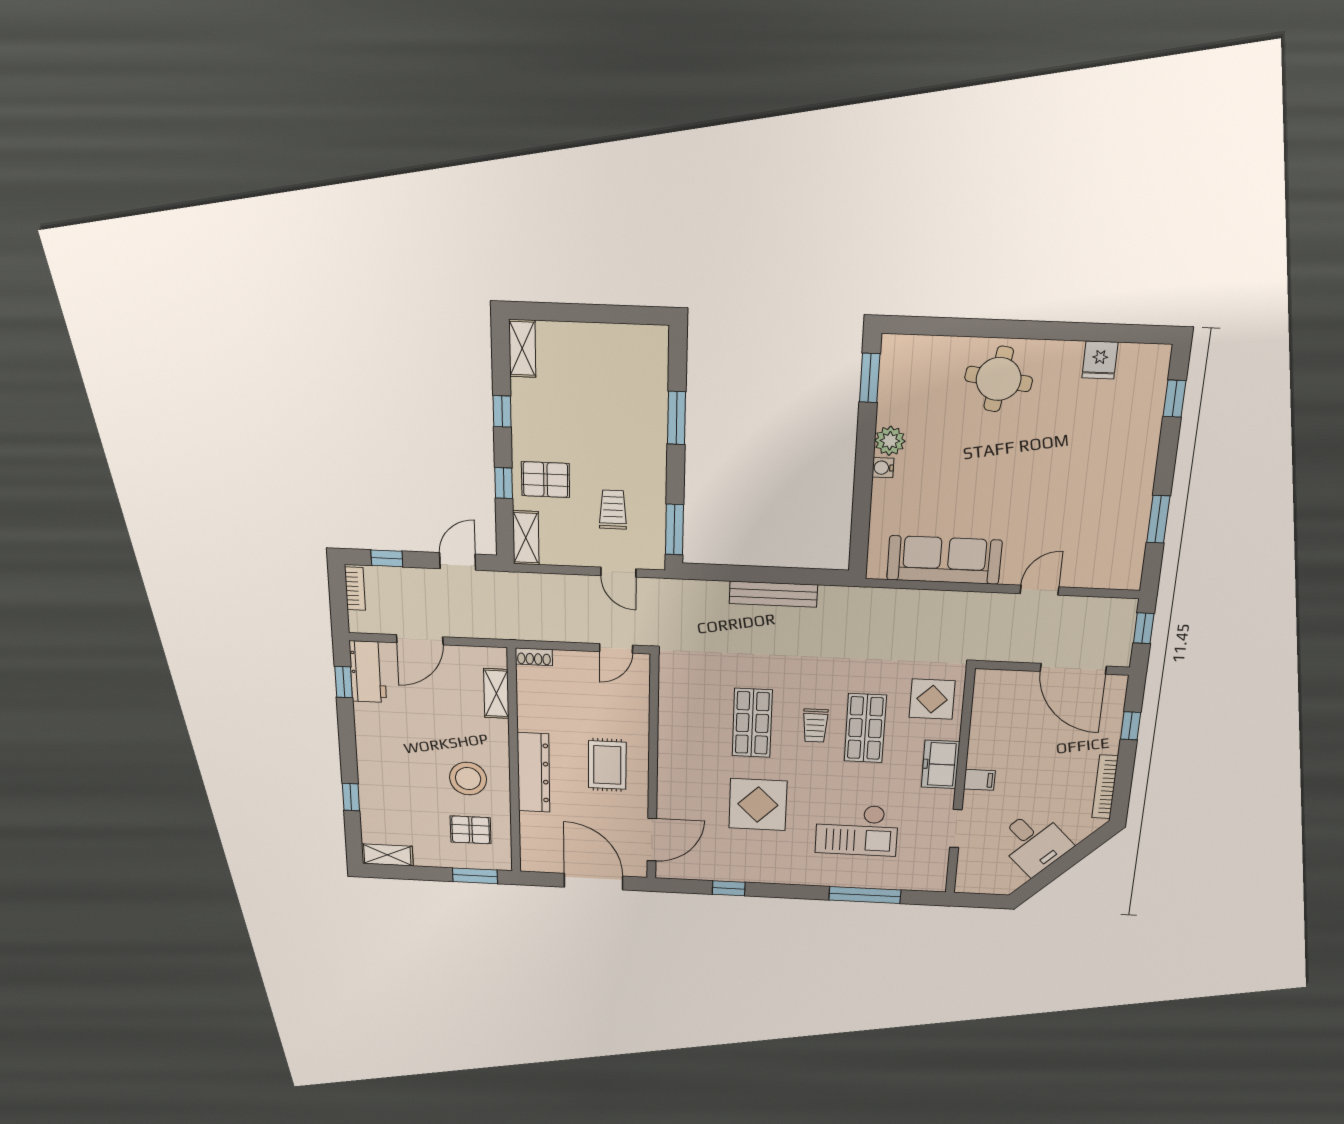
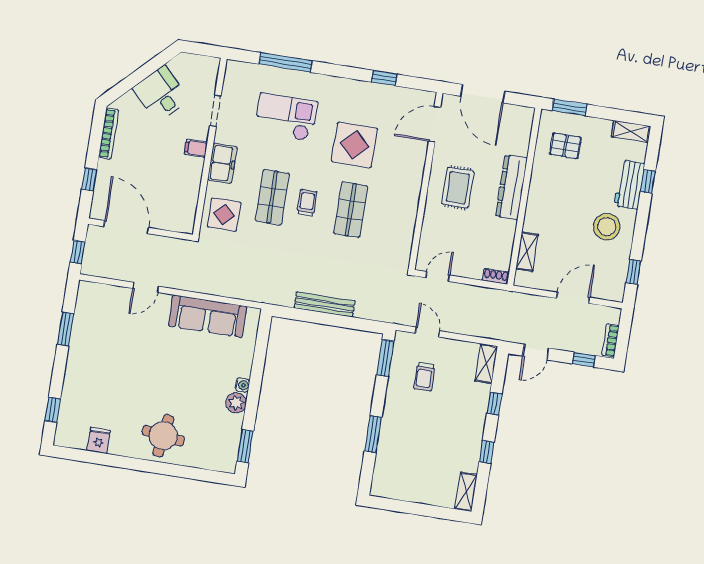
pallet: (545, 480) -> (466, 403), removed
workbench: (368, 672) -> (629, 185), moved
stool: (468, 779) -> (607, 227), moved

